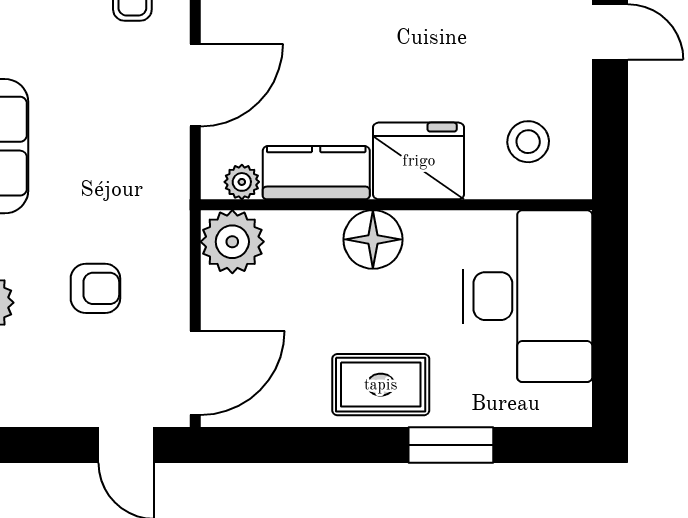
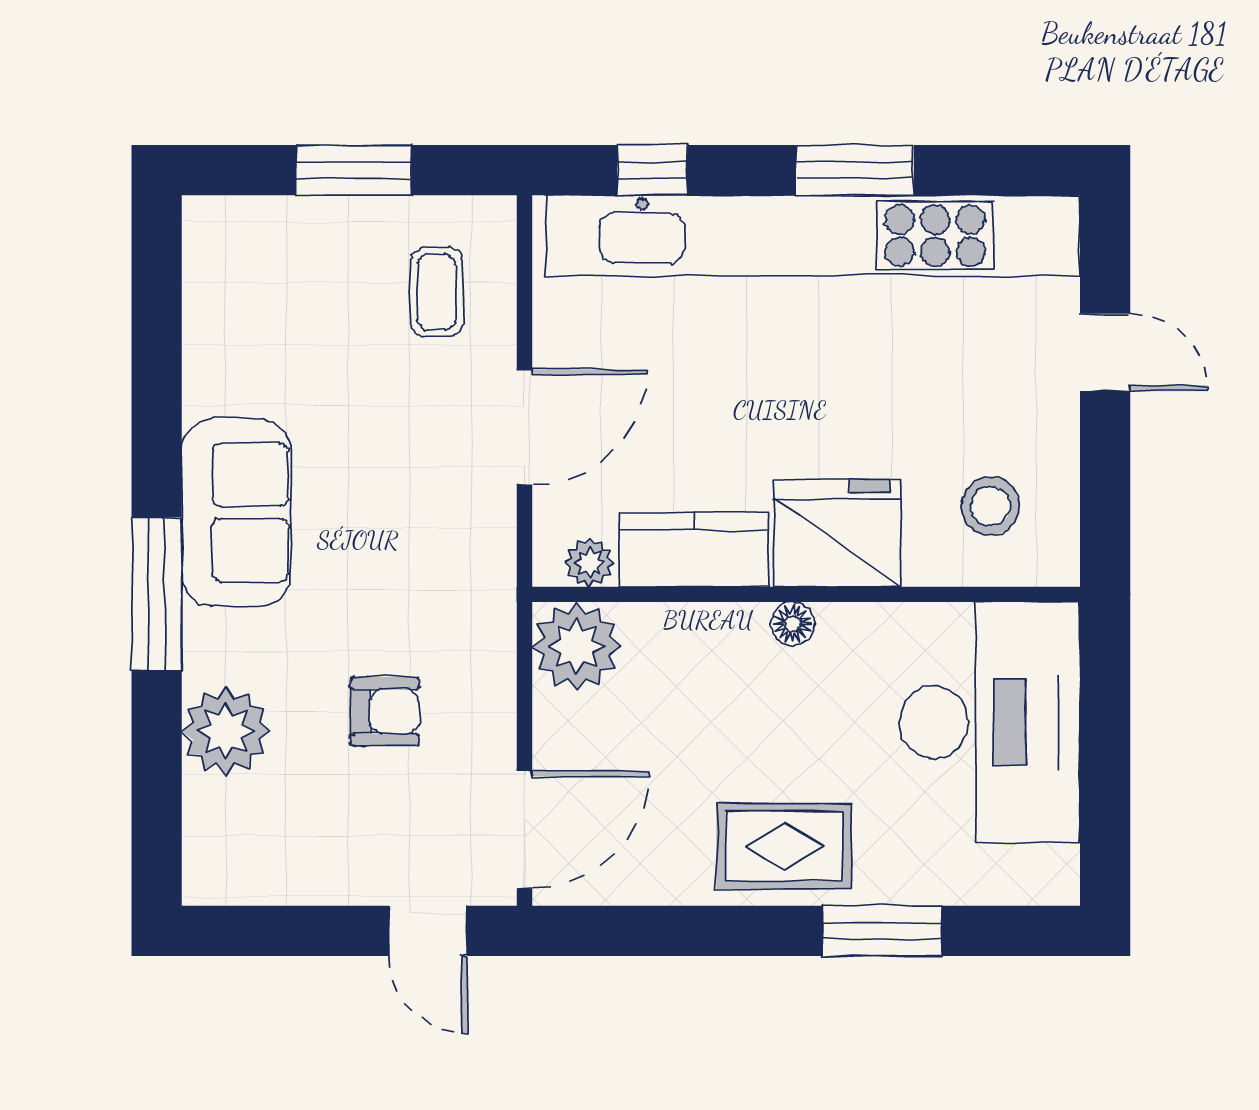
floor lamp: (373, 239) -> (793, 624), width x0.53, depth x0.53

